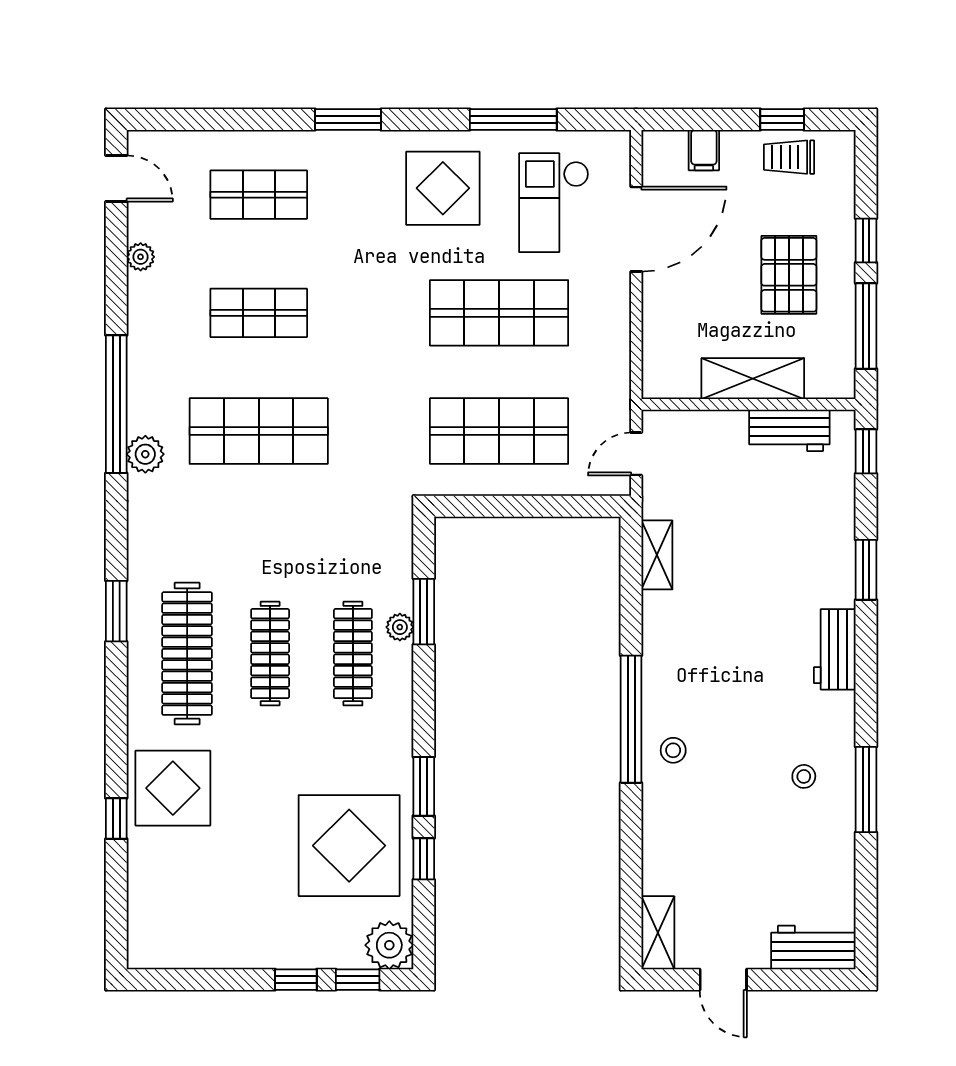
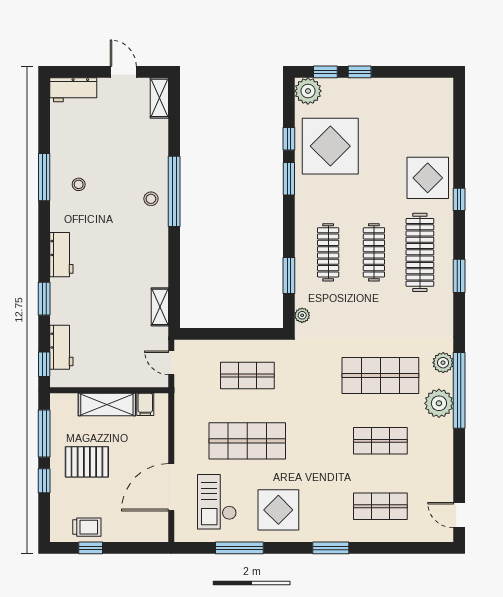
filing cabinet: (704, 150) -> (145, 404), moved, turned 180
checkout: (554, 203) -> (217, 502), turned 180
plant: (141, 257) -> (439, 403), moved, width x1.88, depth x1.88
pallet: (789, 275) -> (87, 462), turned 90
workbench: (789, 430) -> (61, 347), moved, turned 90
shop shelf: (499, 431) -> (247, 375), width x0.70, depth x0.74
door: (636, 454) -> (171, 363), swing flipped
plant: (400, 627) -> (302, 315), moved
window: (631, 719) -> (174, 191), moved
window: (116, 819) -> (459, 199), moved

